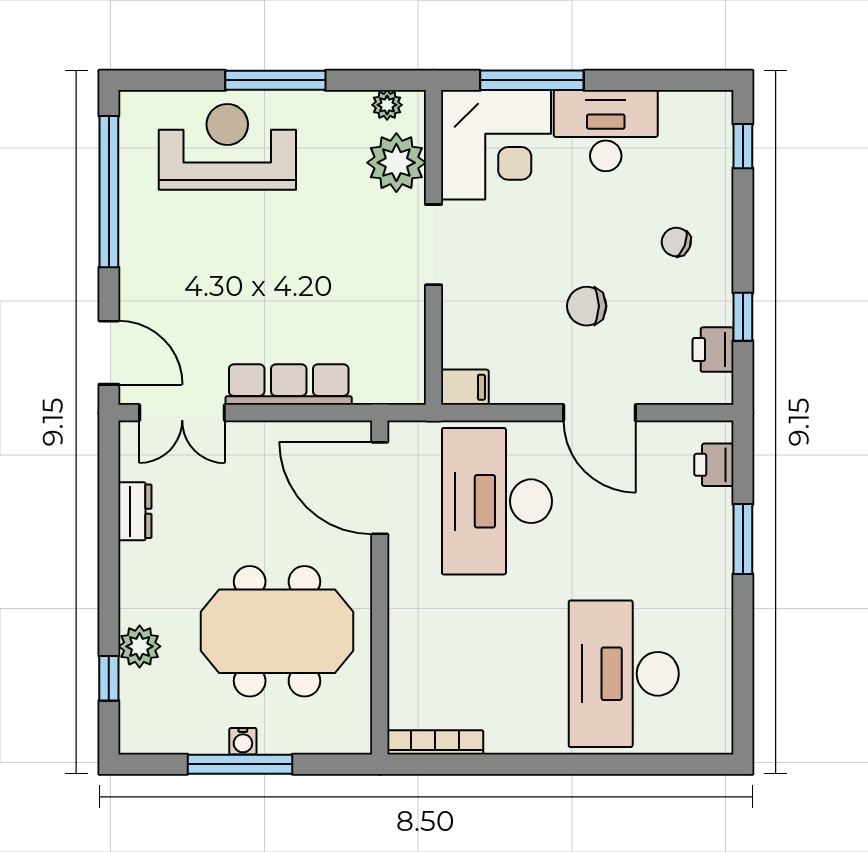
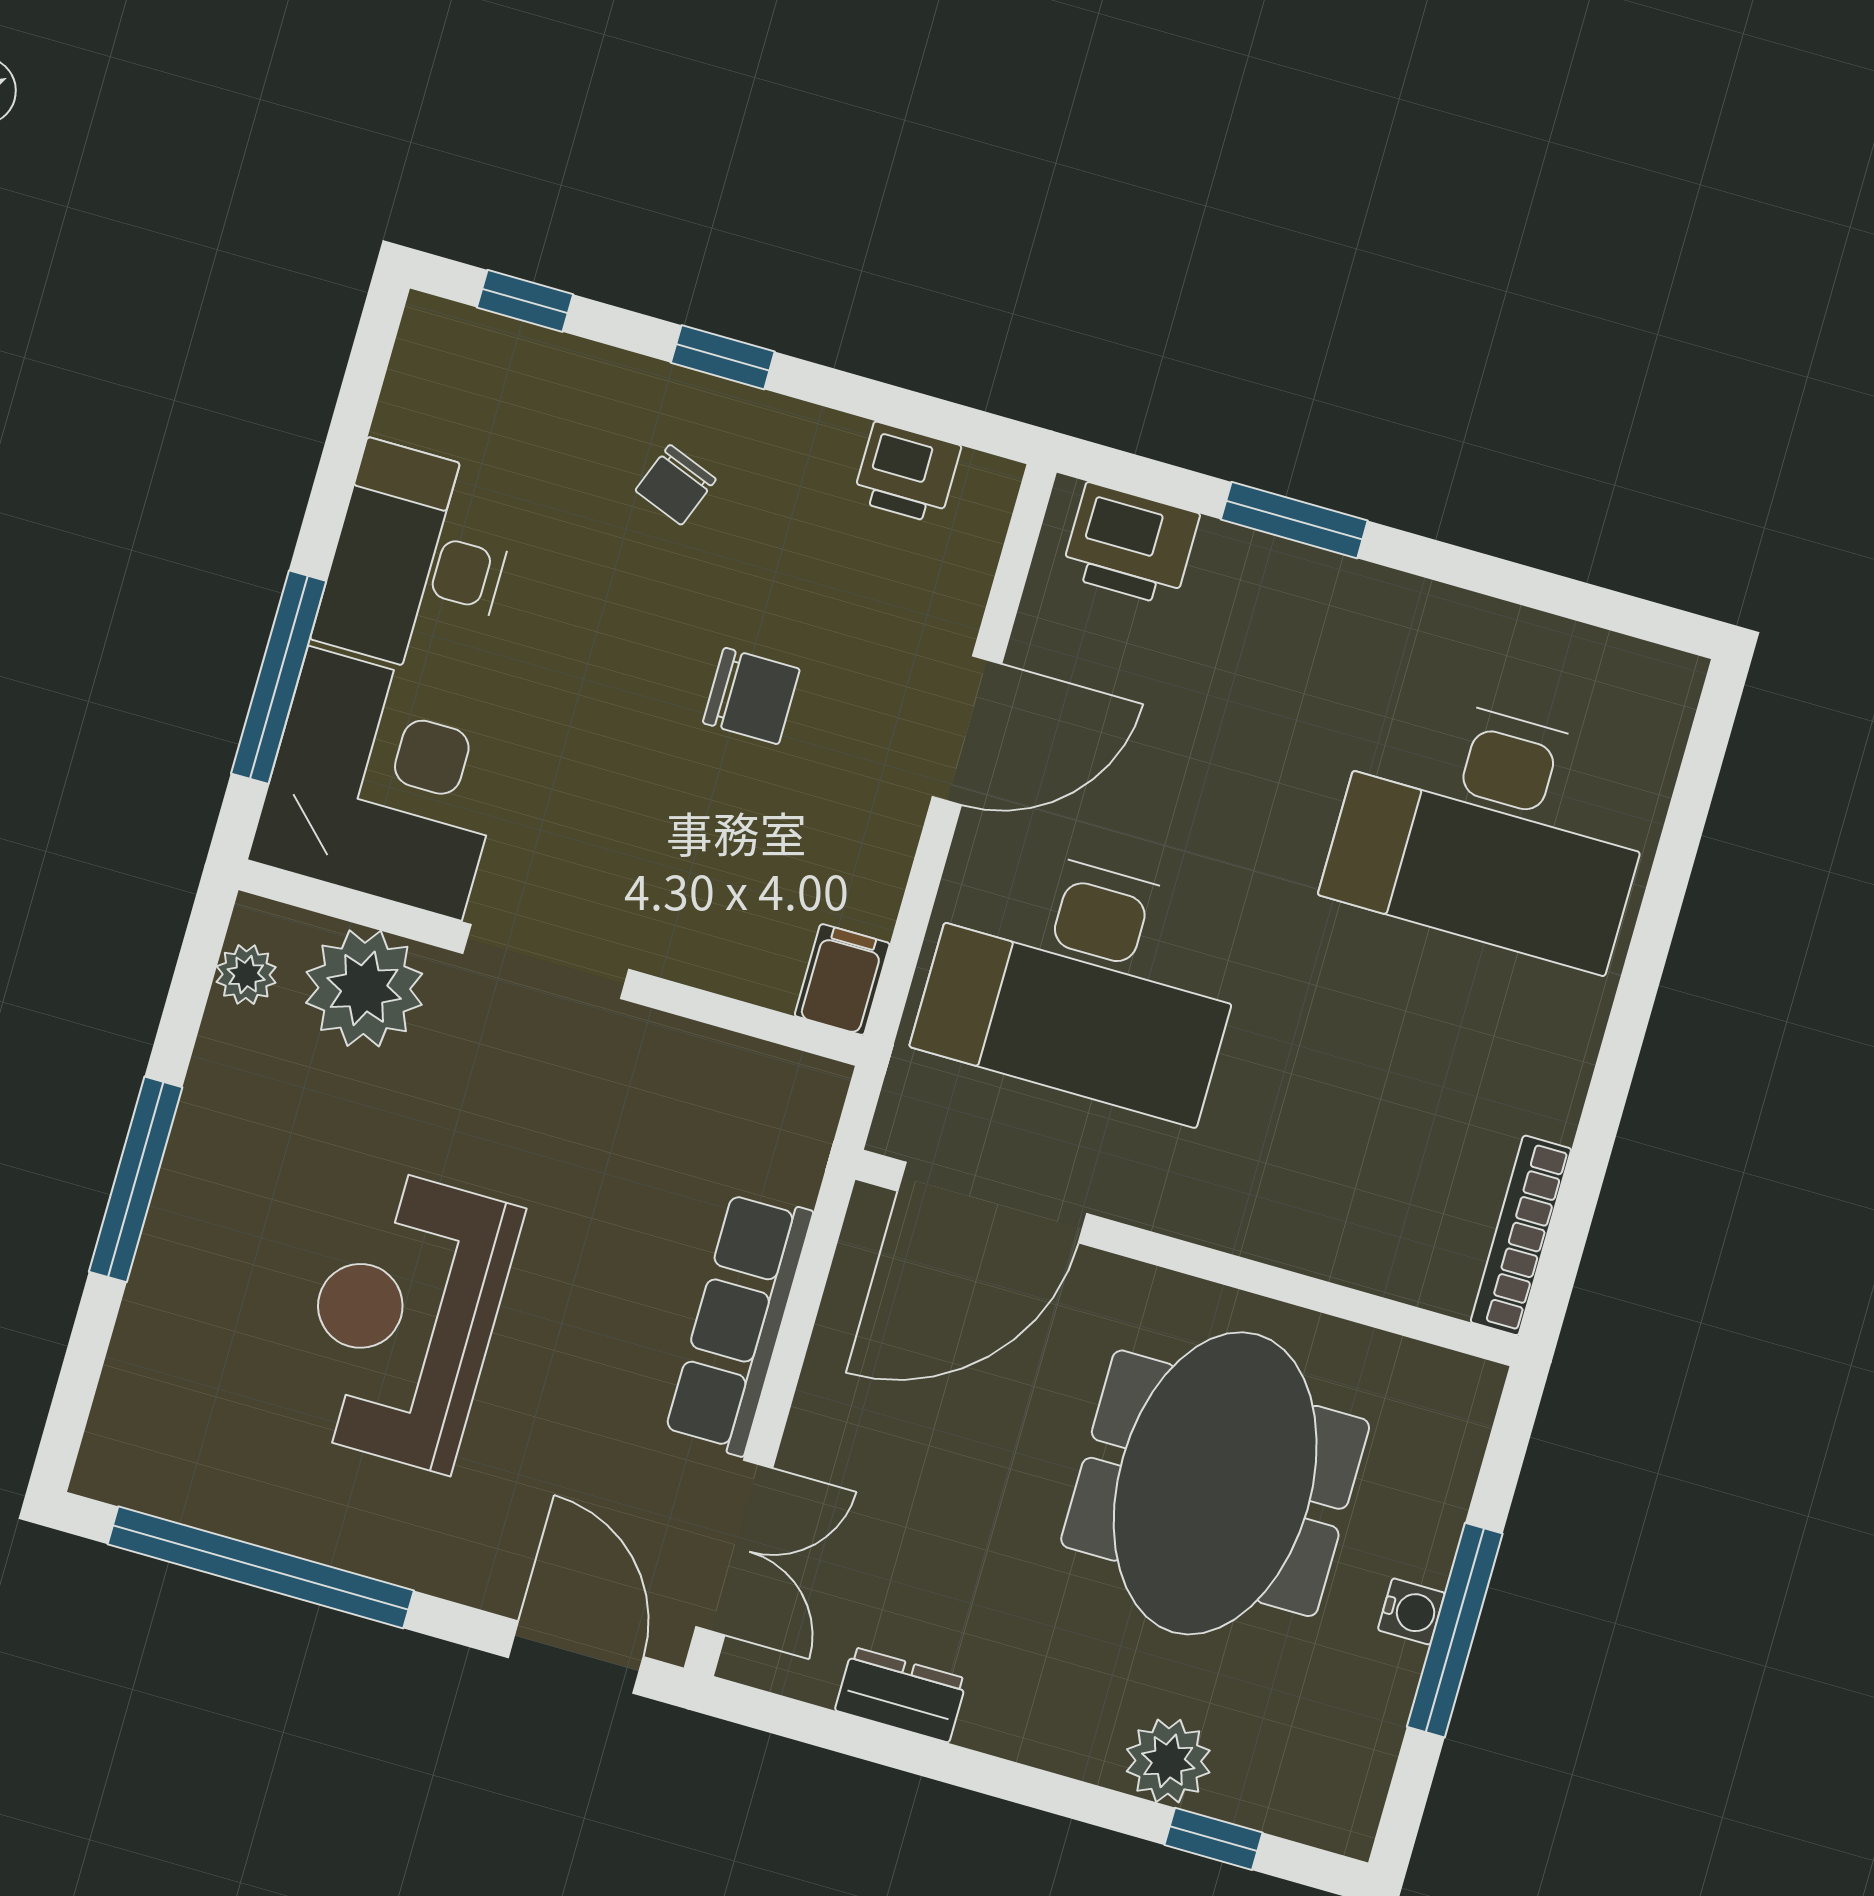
reception desk: (227, 147) -> (404, 1318), moved
chair: (587, 306) -> (751, 696), turned -90
window: (743, 317) -> (723, 357), moved
door: (109, 353) -> (576, 1657), hinge flipped
printer: (714, 465) -> (1130, 544), width x1.36, depth x1.24

